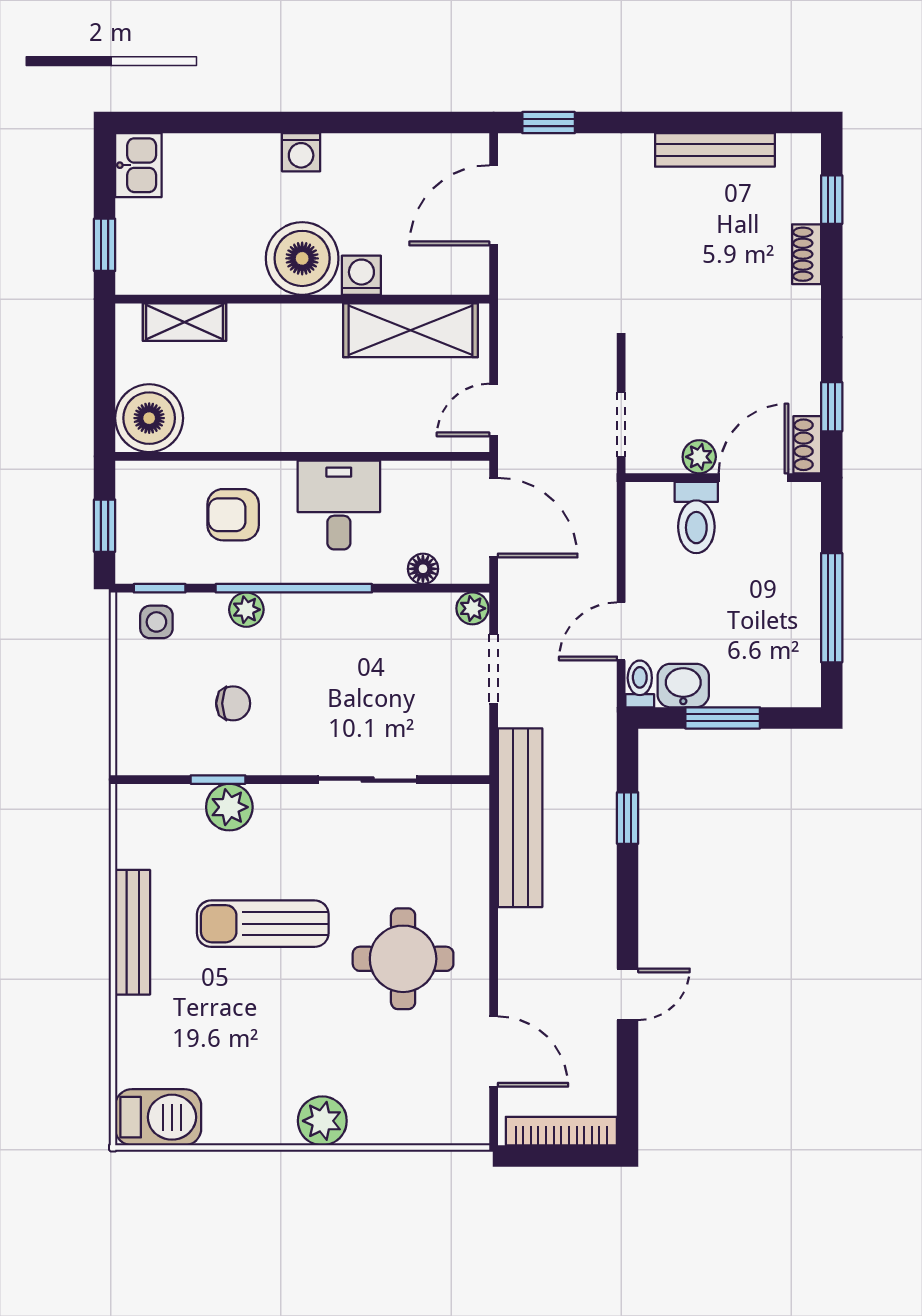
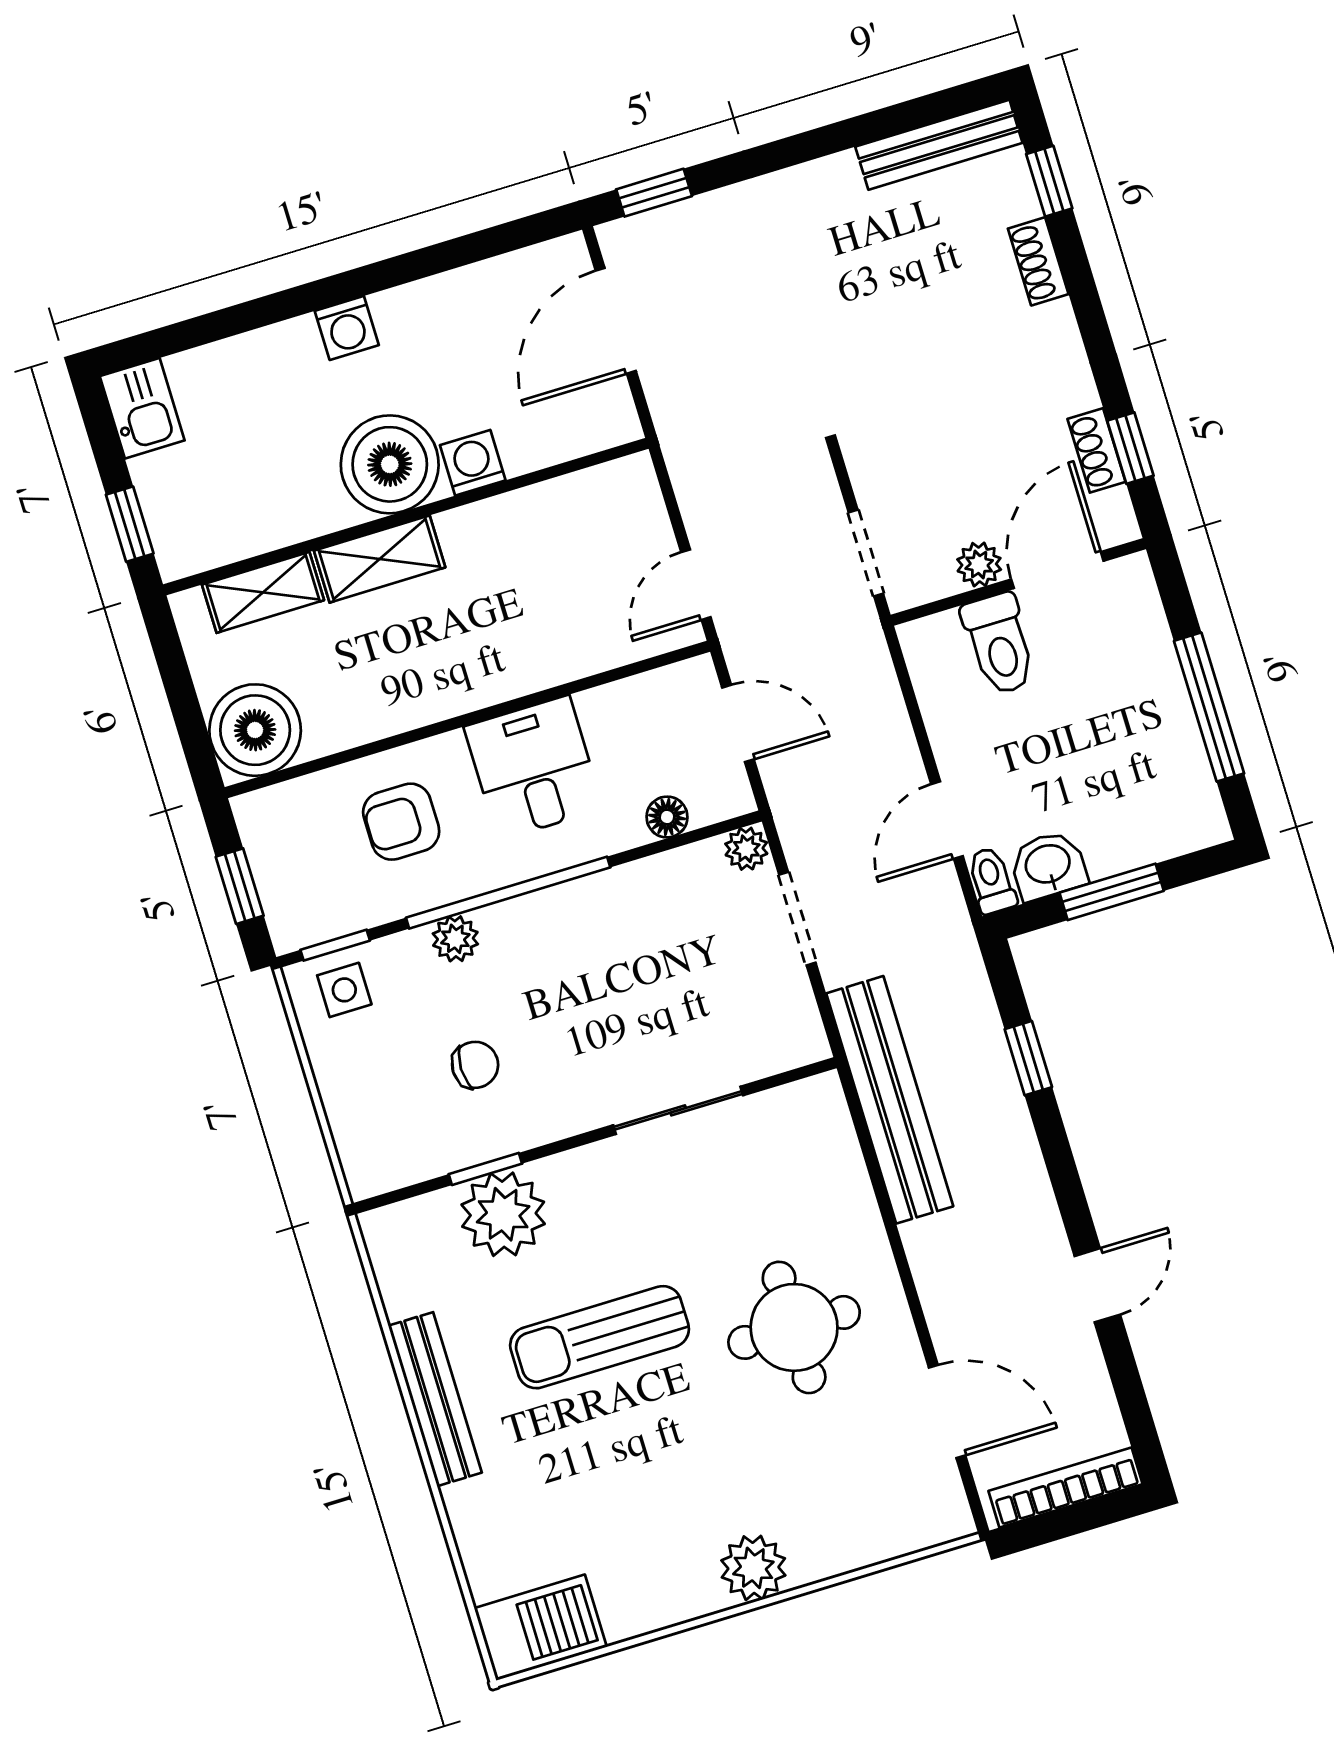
bench: (715, 150) -> (939, 145), moved
shelving: (411, 330) -> (380, 559), moved, width x0.67, depth x0.75
shoe rack: (807, 445) -> (1096, 450), moved
door: (494, 518) -> (738, 723), width x0.73
plant: (229, 807) -> (503, 1214), width x1.36, depth x1.36

